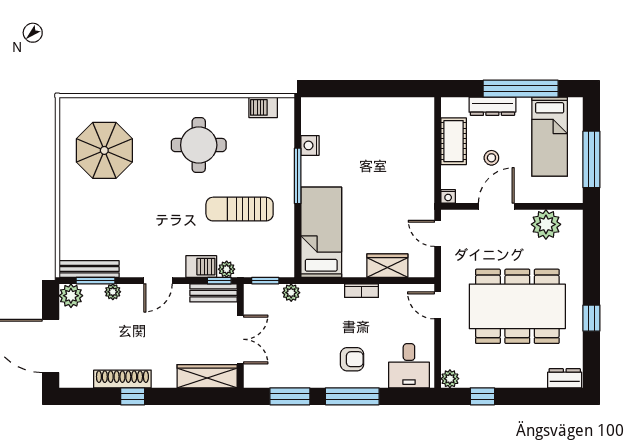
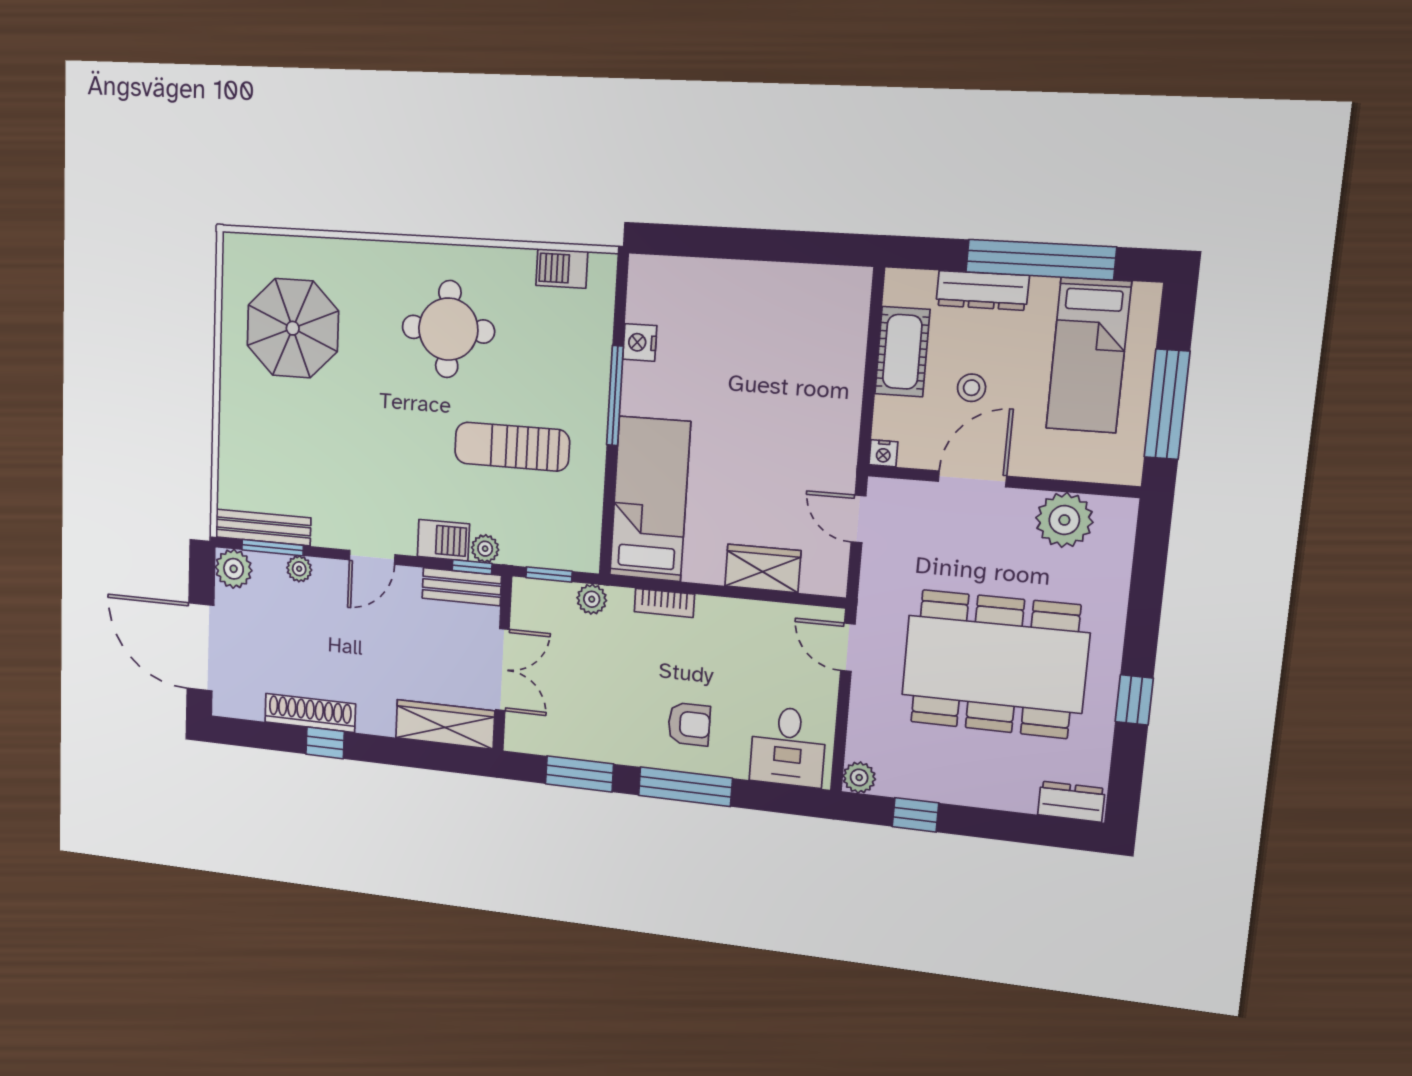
bookcase: (361, 291) -> (664, 603), moved

